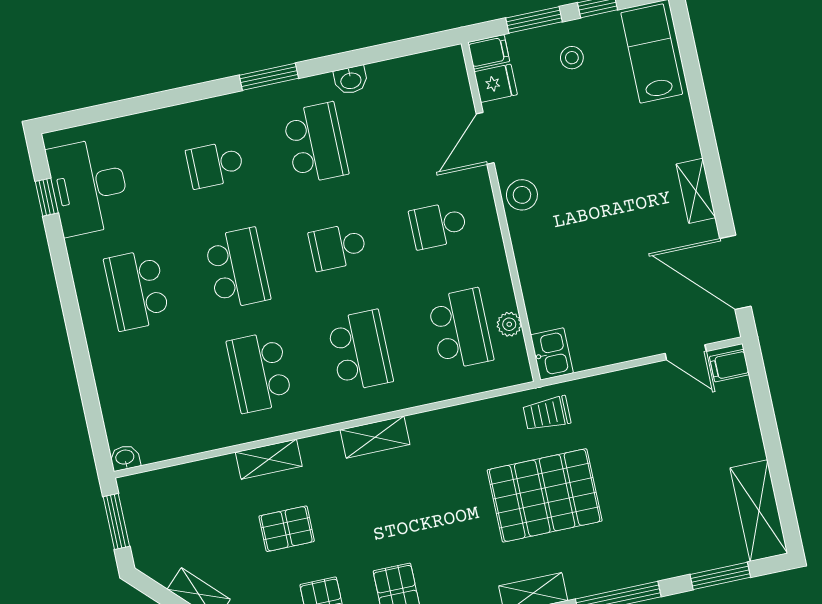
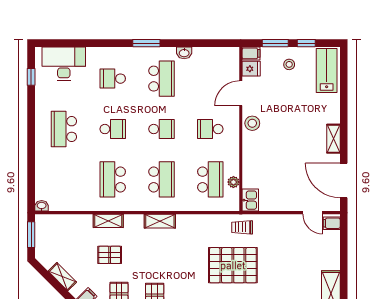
desk: (89, 187) -> (64, 64), moved, turned 90
school desk: (338, 247) -> (161, 129), turned 180
school desk: (237, 268) -> (113, 129), width x0.54

